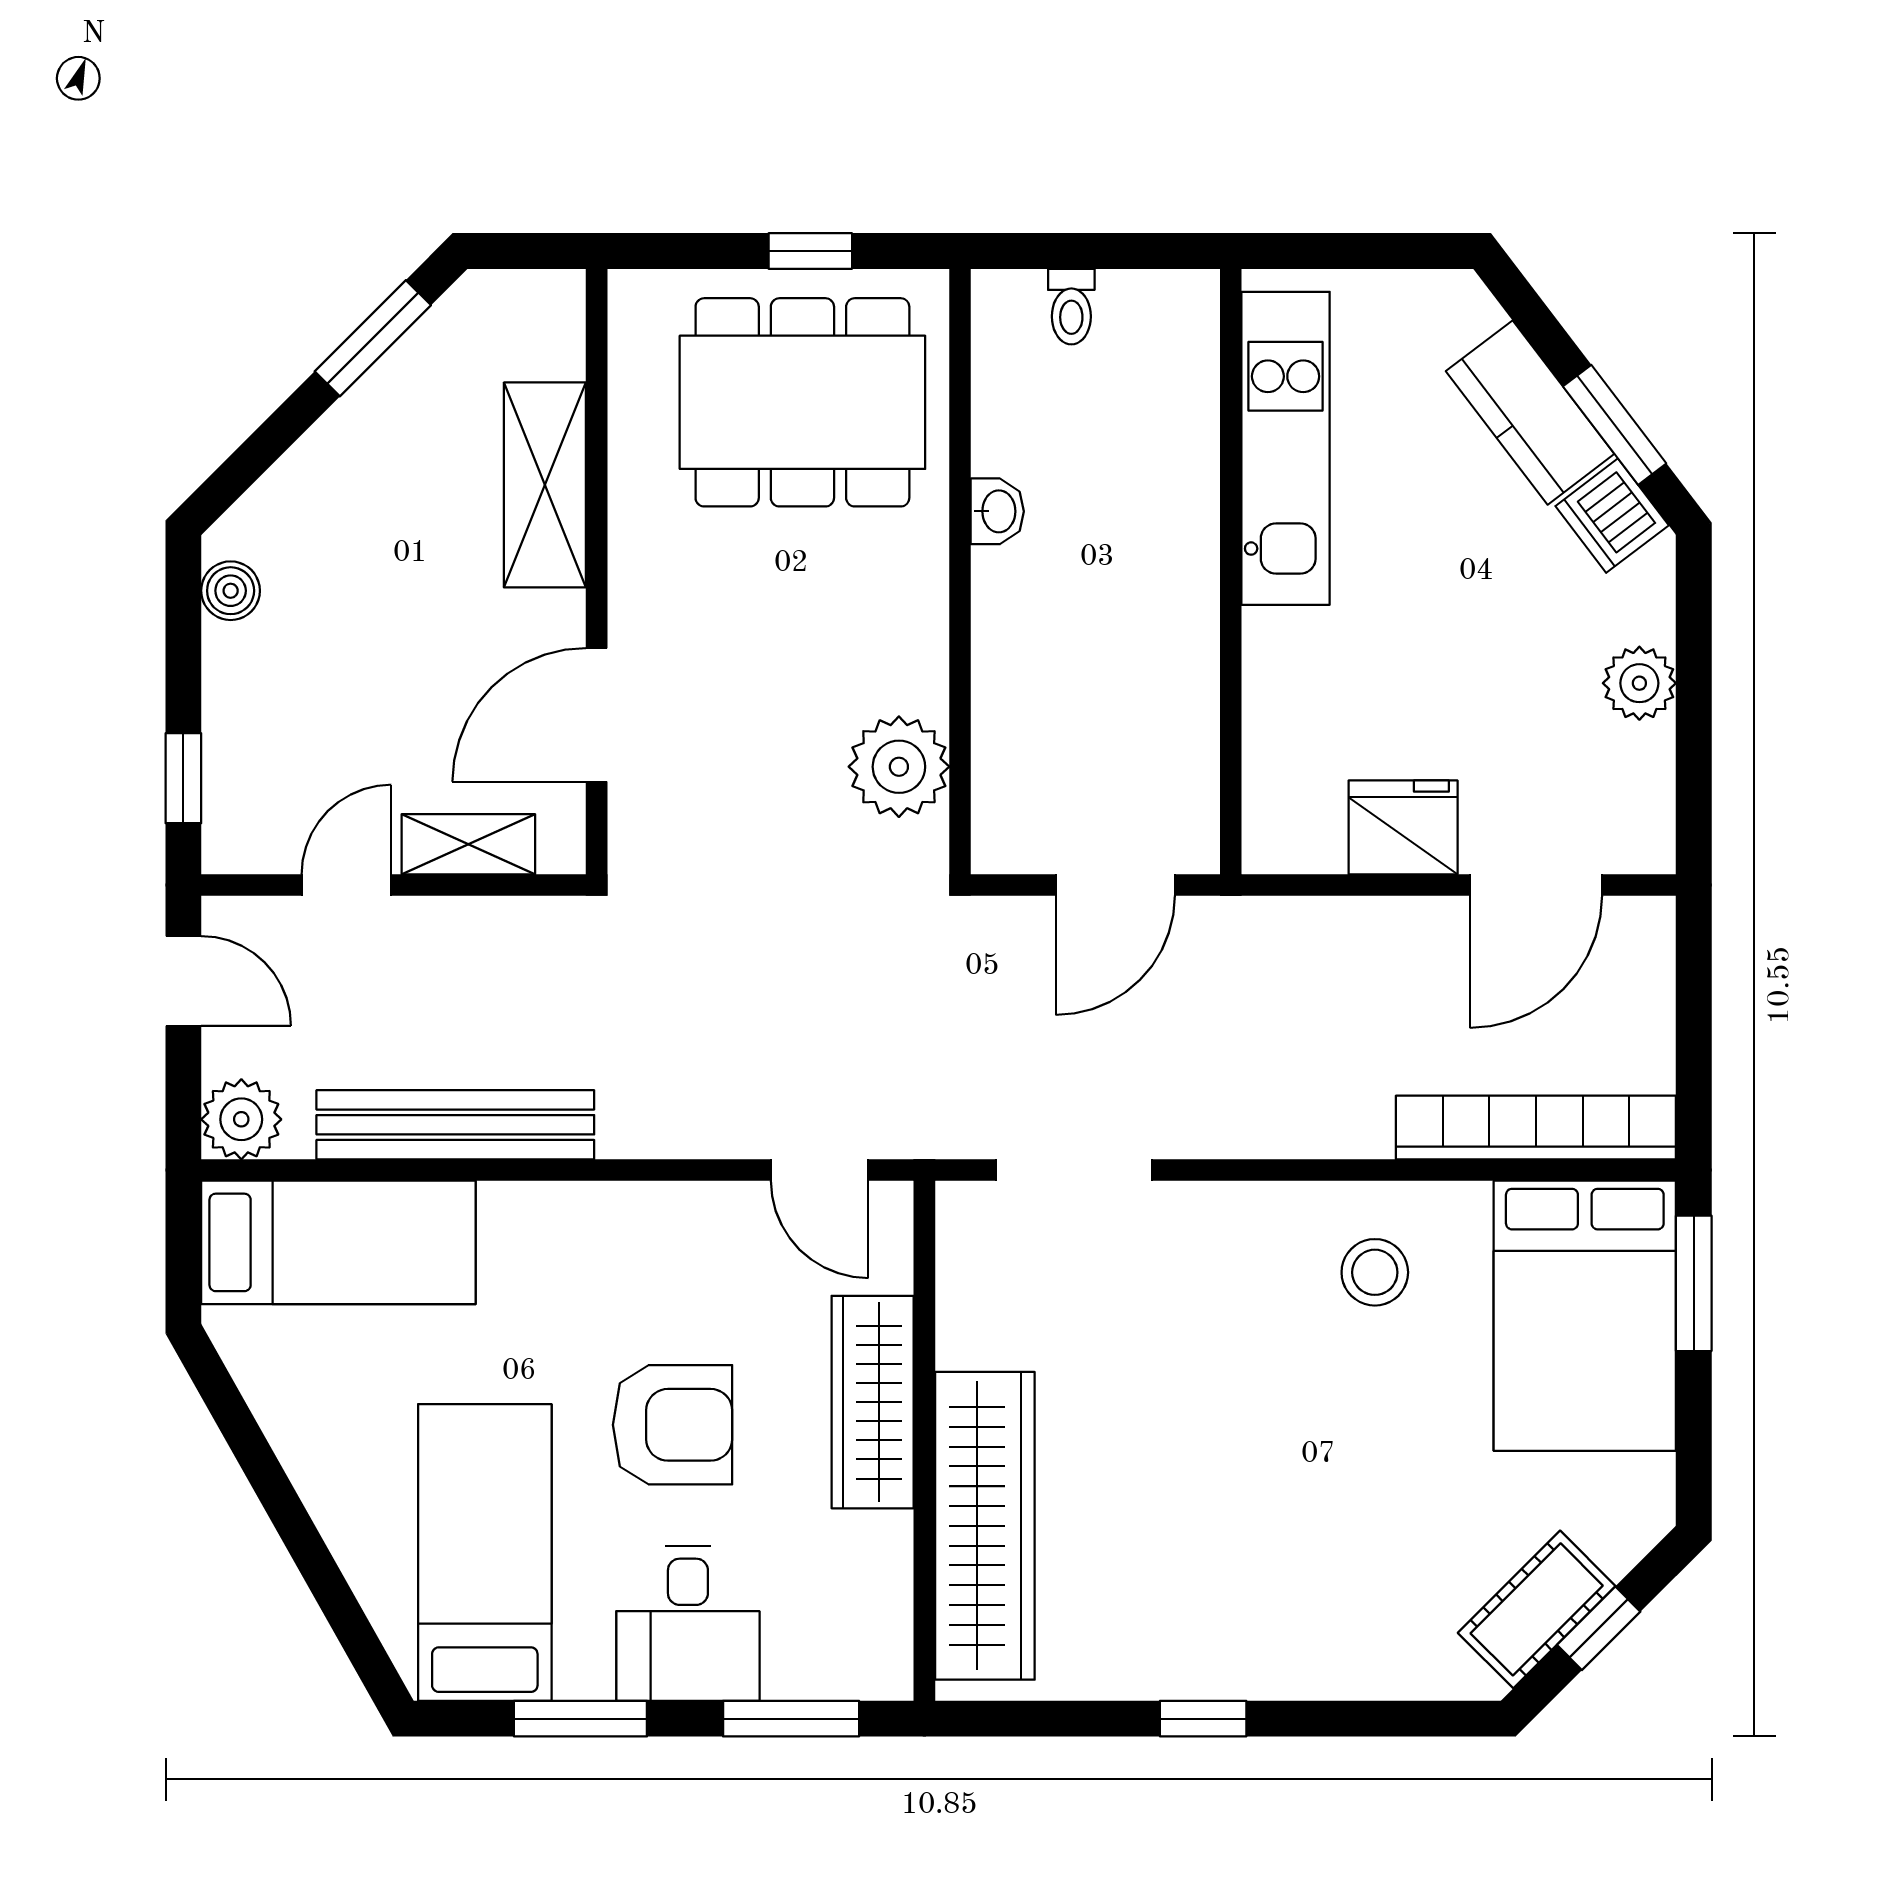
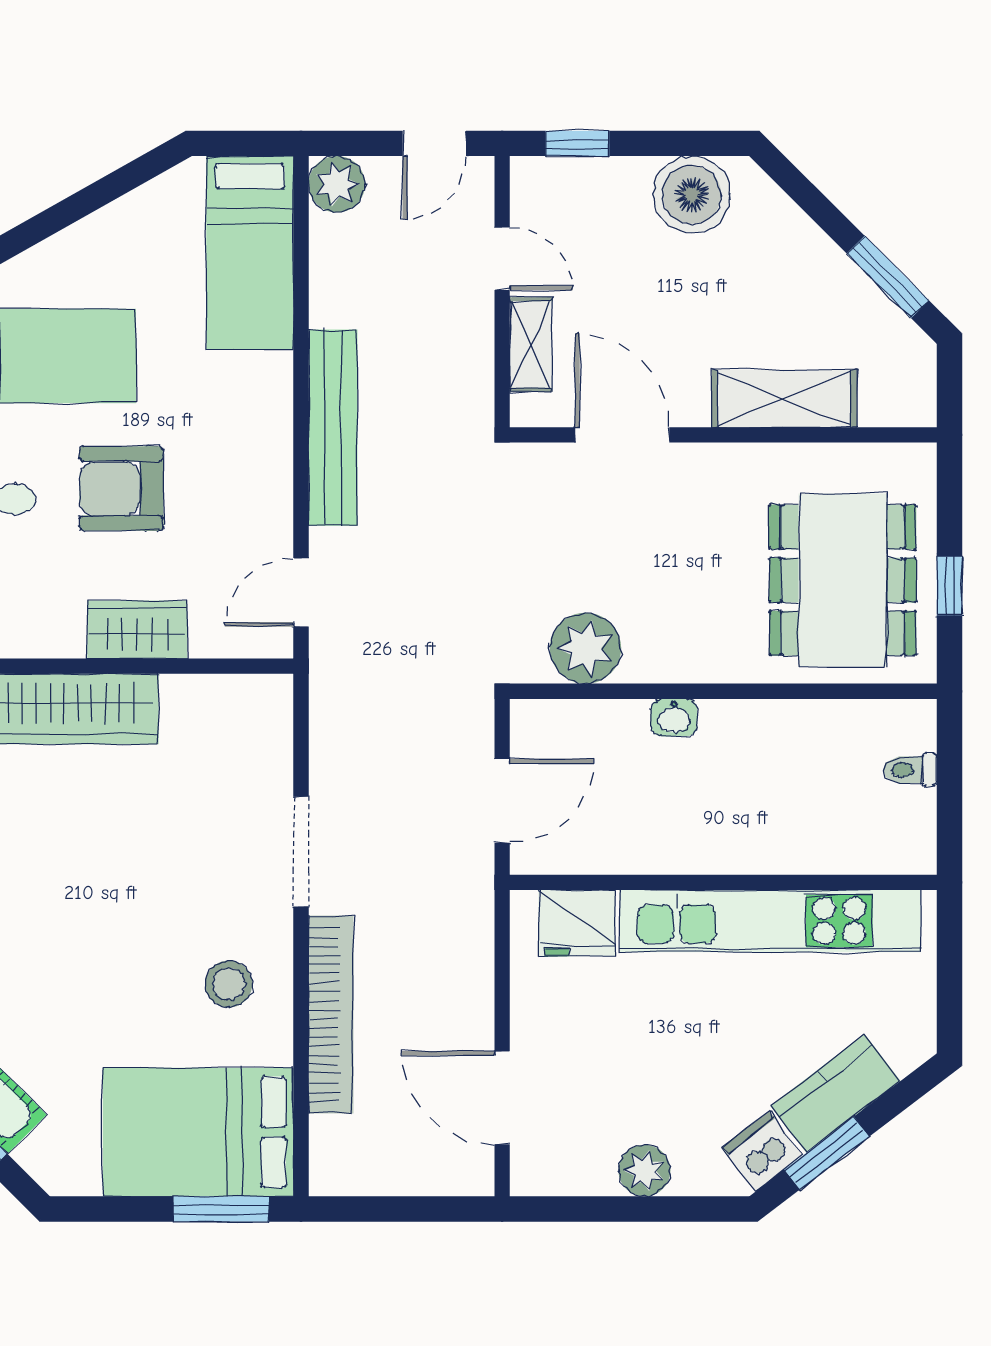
kitchen unit: (1286, 448) -> (770, 921), width x1.36
washbasin: (997, 511) -> (674, 718), moved
boiler: (231, 591) -> (692, 195), width x1.86, depth x1.86
fridge: (1403, 827) -> (577, 923), moved, turned 90
door: (1115, 885) -> (502, 801), swing flipped
bench: (455, 1125) -> (333, 428), moved
bookcase: (1536, 1128) -> (331, 1014), moved
doorway: (1074, 1170) -> (301, 852), moved
wardrobe: (873, 1402) -> (137, 630), width x0.67
armchair: (672, 1425) -> (121, 488), turned 90

